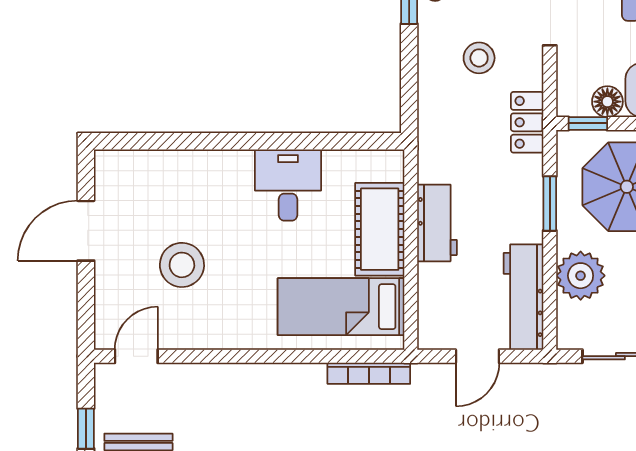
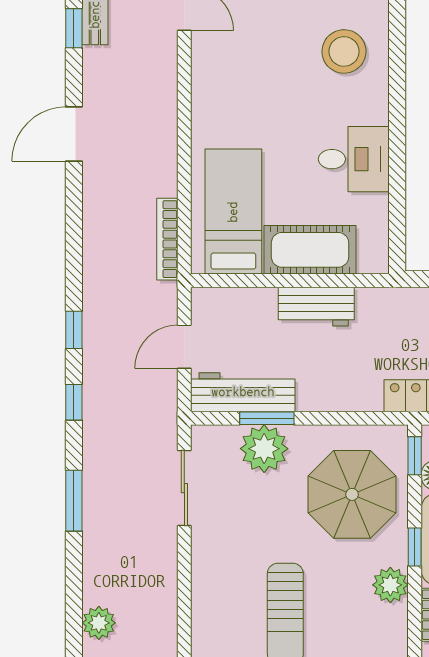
window: (550, 203) -> (267, 418), moved
stool: (182, 265) -> (344, 51), moved
door: (477, 356) -> (184, 347), hinge flipped

